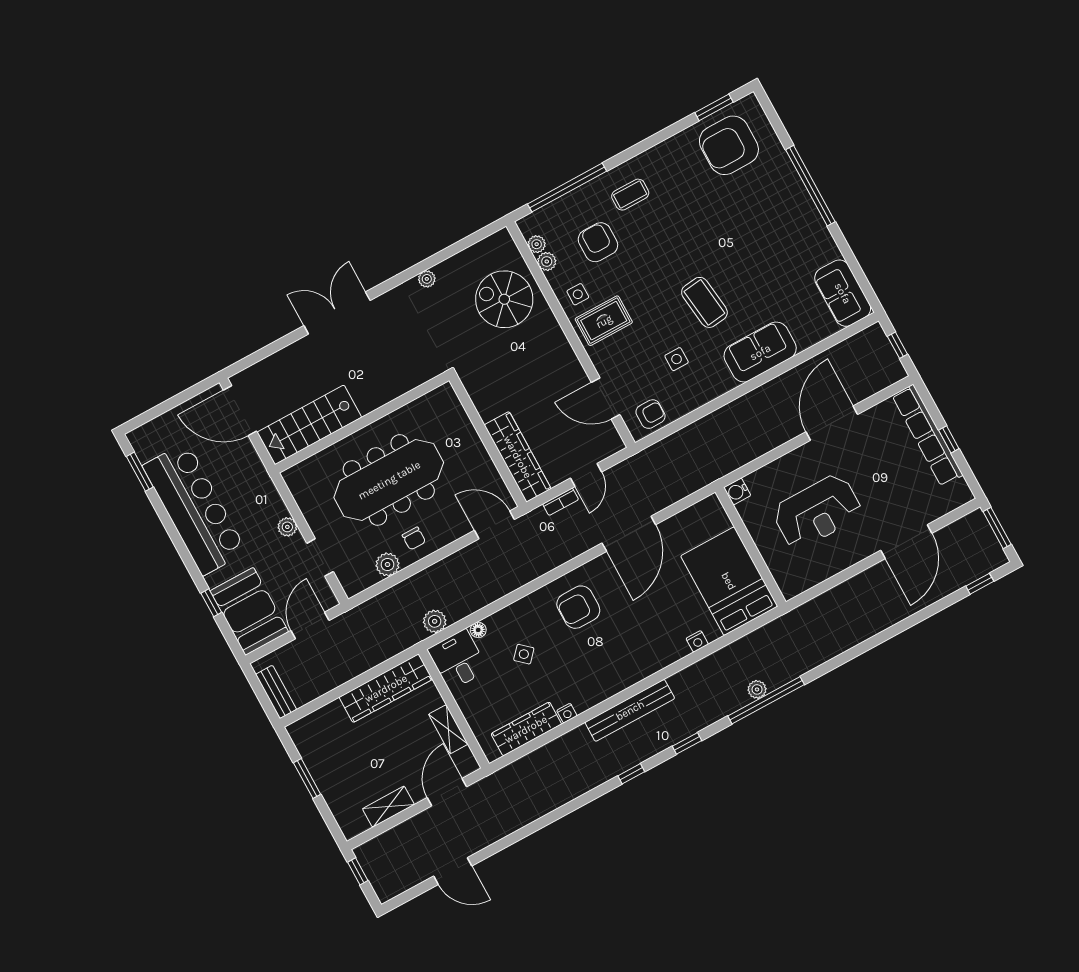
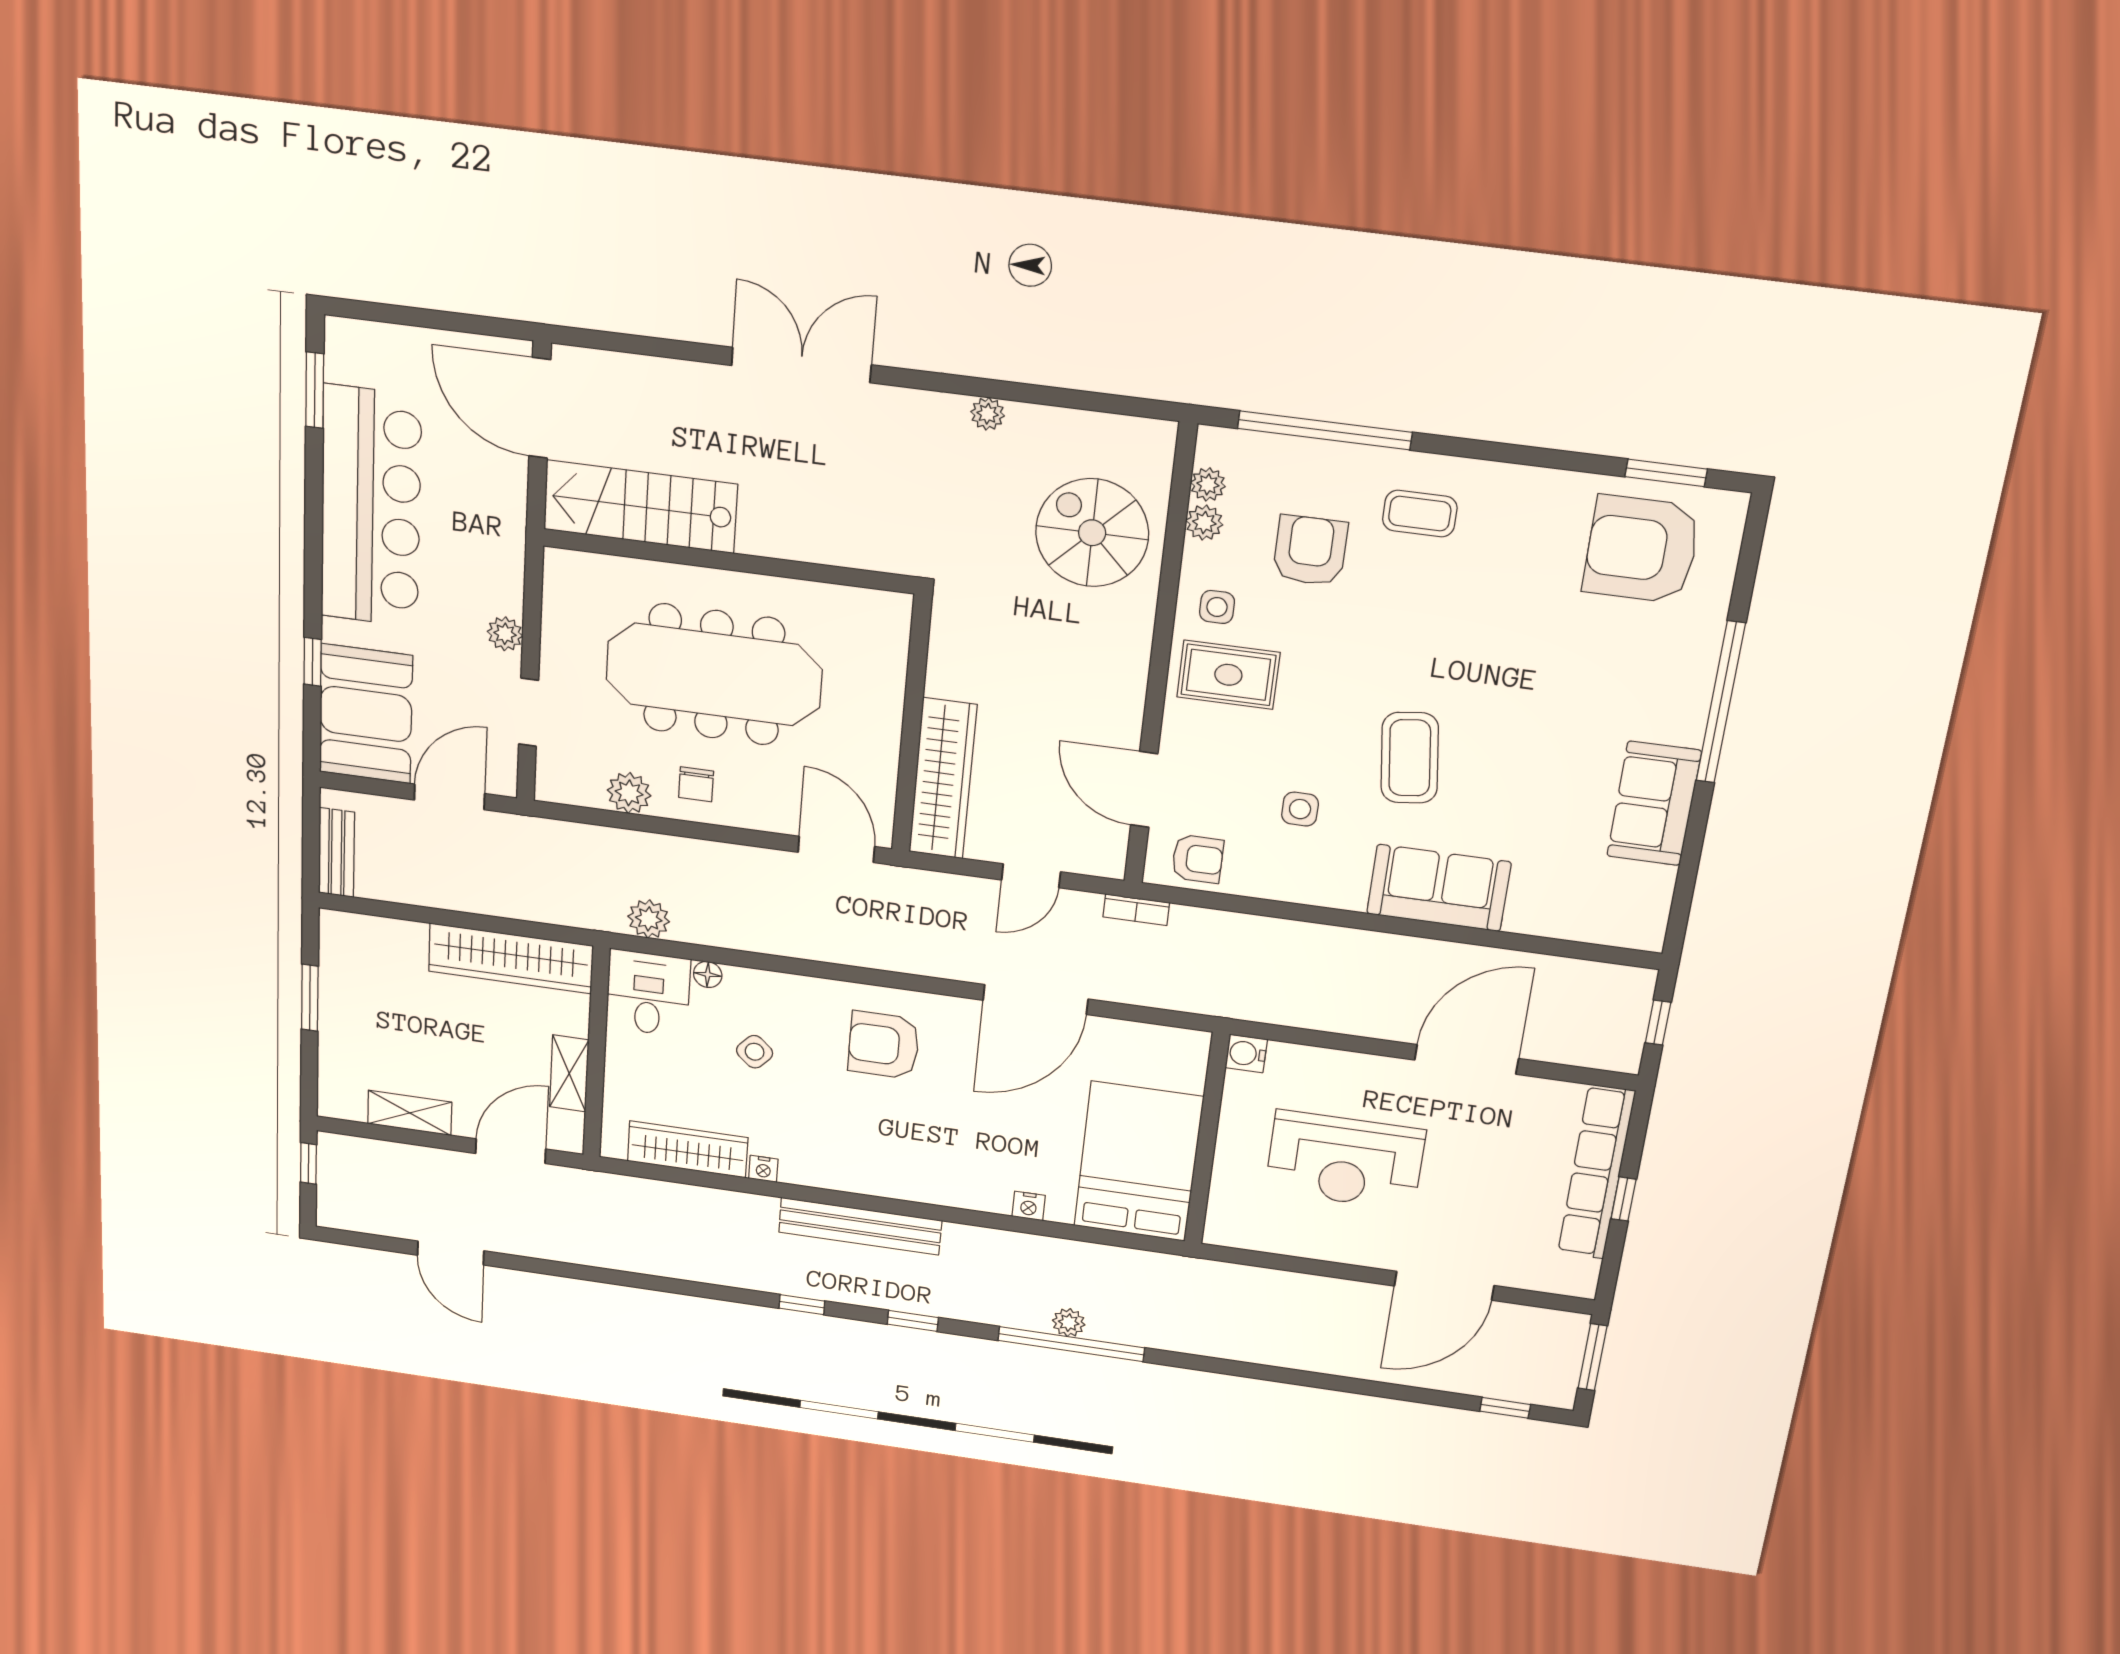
sofa: (843, 293) -> (1654, 804), moved
bookcase: (561, 502) -> (1136, 910), moved

